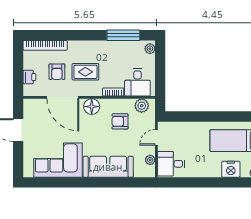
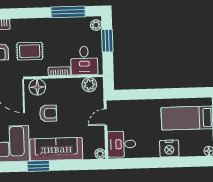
window: (160, 64) -> (107, 41), added
armchair: (120, 121) -> (48, 113), moved, turned 180
plant: (150, 160) -> (100, 154), moved
nightstand: (231, 169) -> (169, 148), moved
window: (90, 182) -> (38, 166), added

